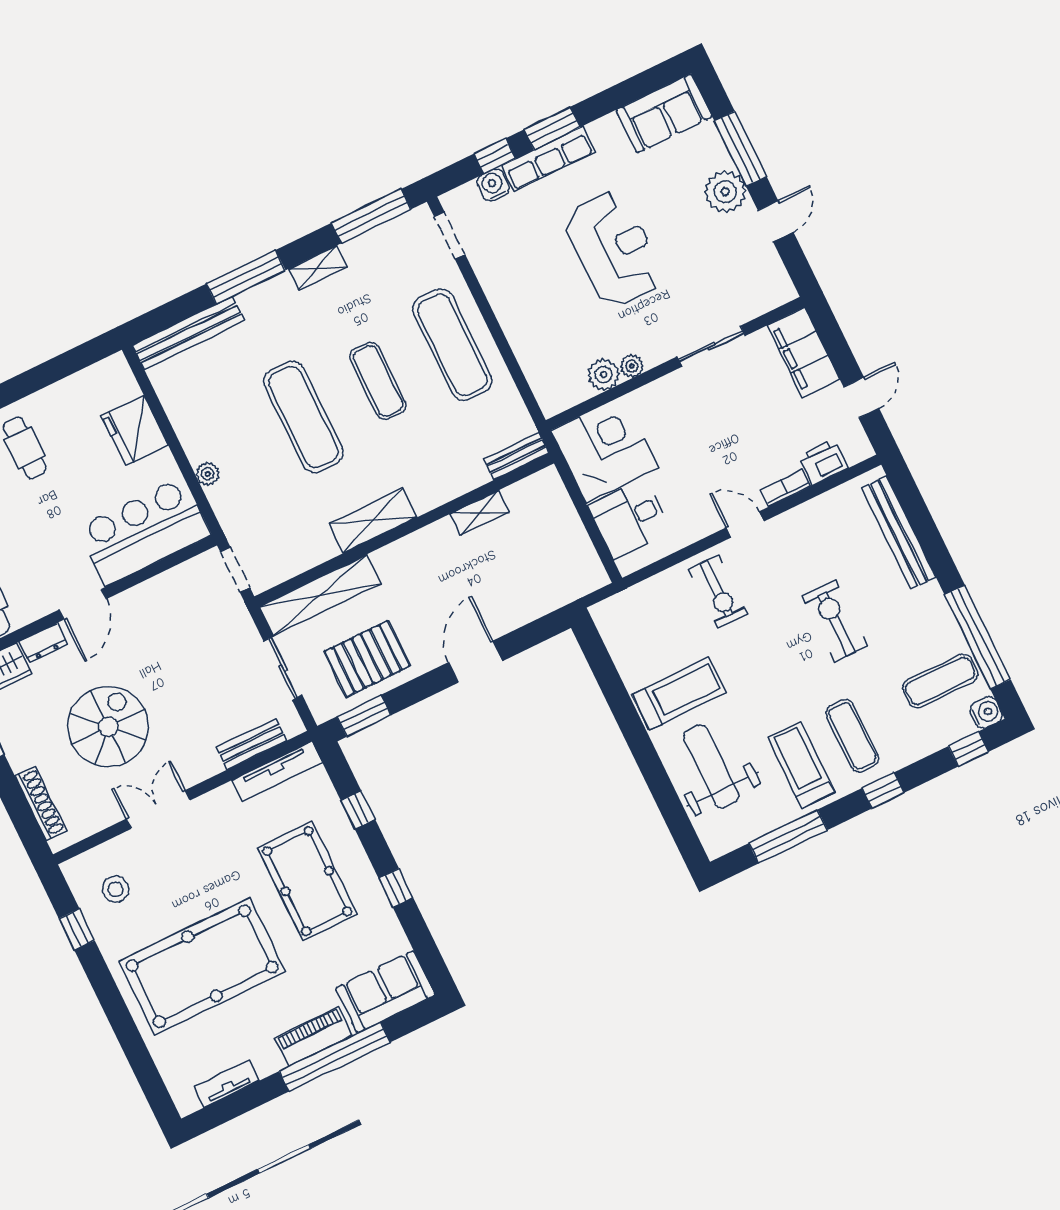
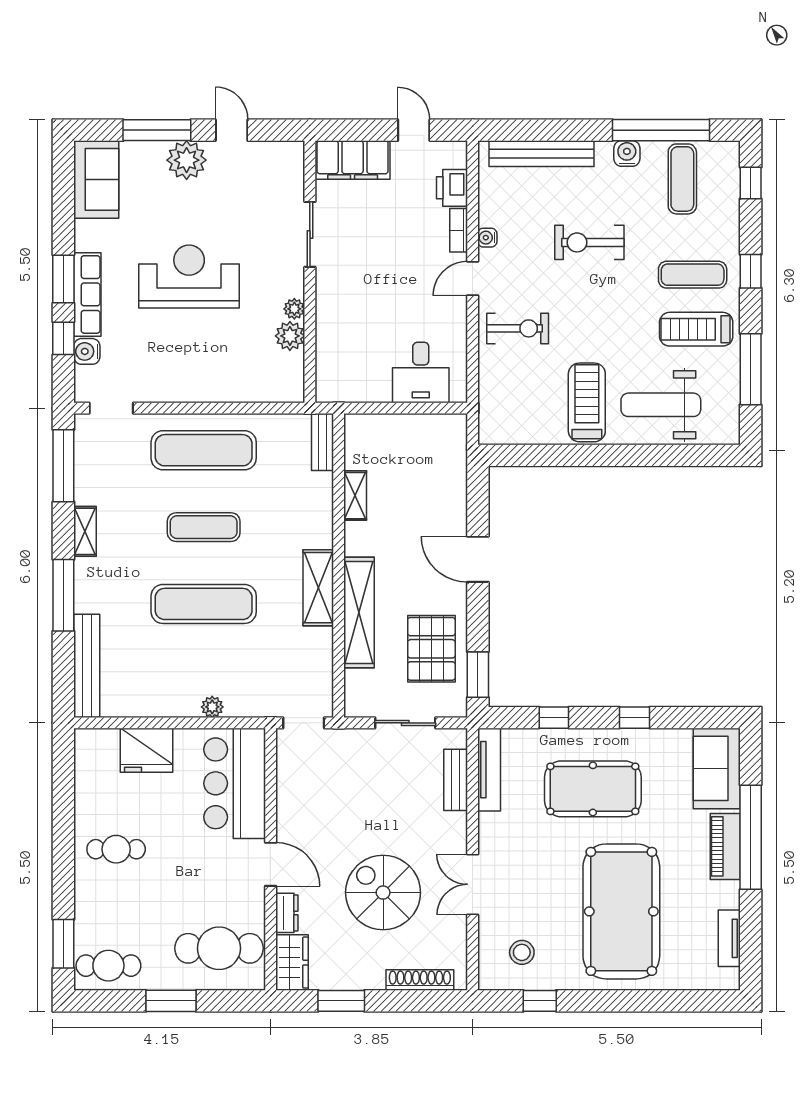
corner desk: (605, 449) -> (353, 365), removed
water cooler: (792, 520) -> (487, 238), added
shelving: (320, 595) -> (359, 613), moved
water cooler: (986, 712) -> (627, 153), moved

